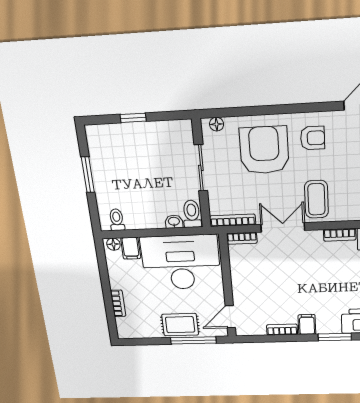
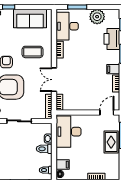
coffee table: (316, 199) -> (33, 52), moved
toilet: (192, 214) -> (44, 149), moved
desk: (181, 262) -> (69, 132), width x0.73, depth x0.77
door: (230, 317) -> (107, 112), swing flipped

